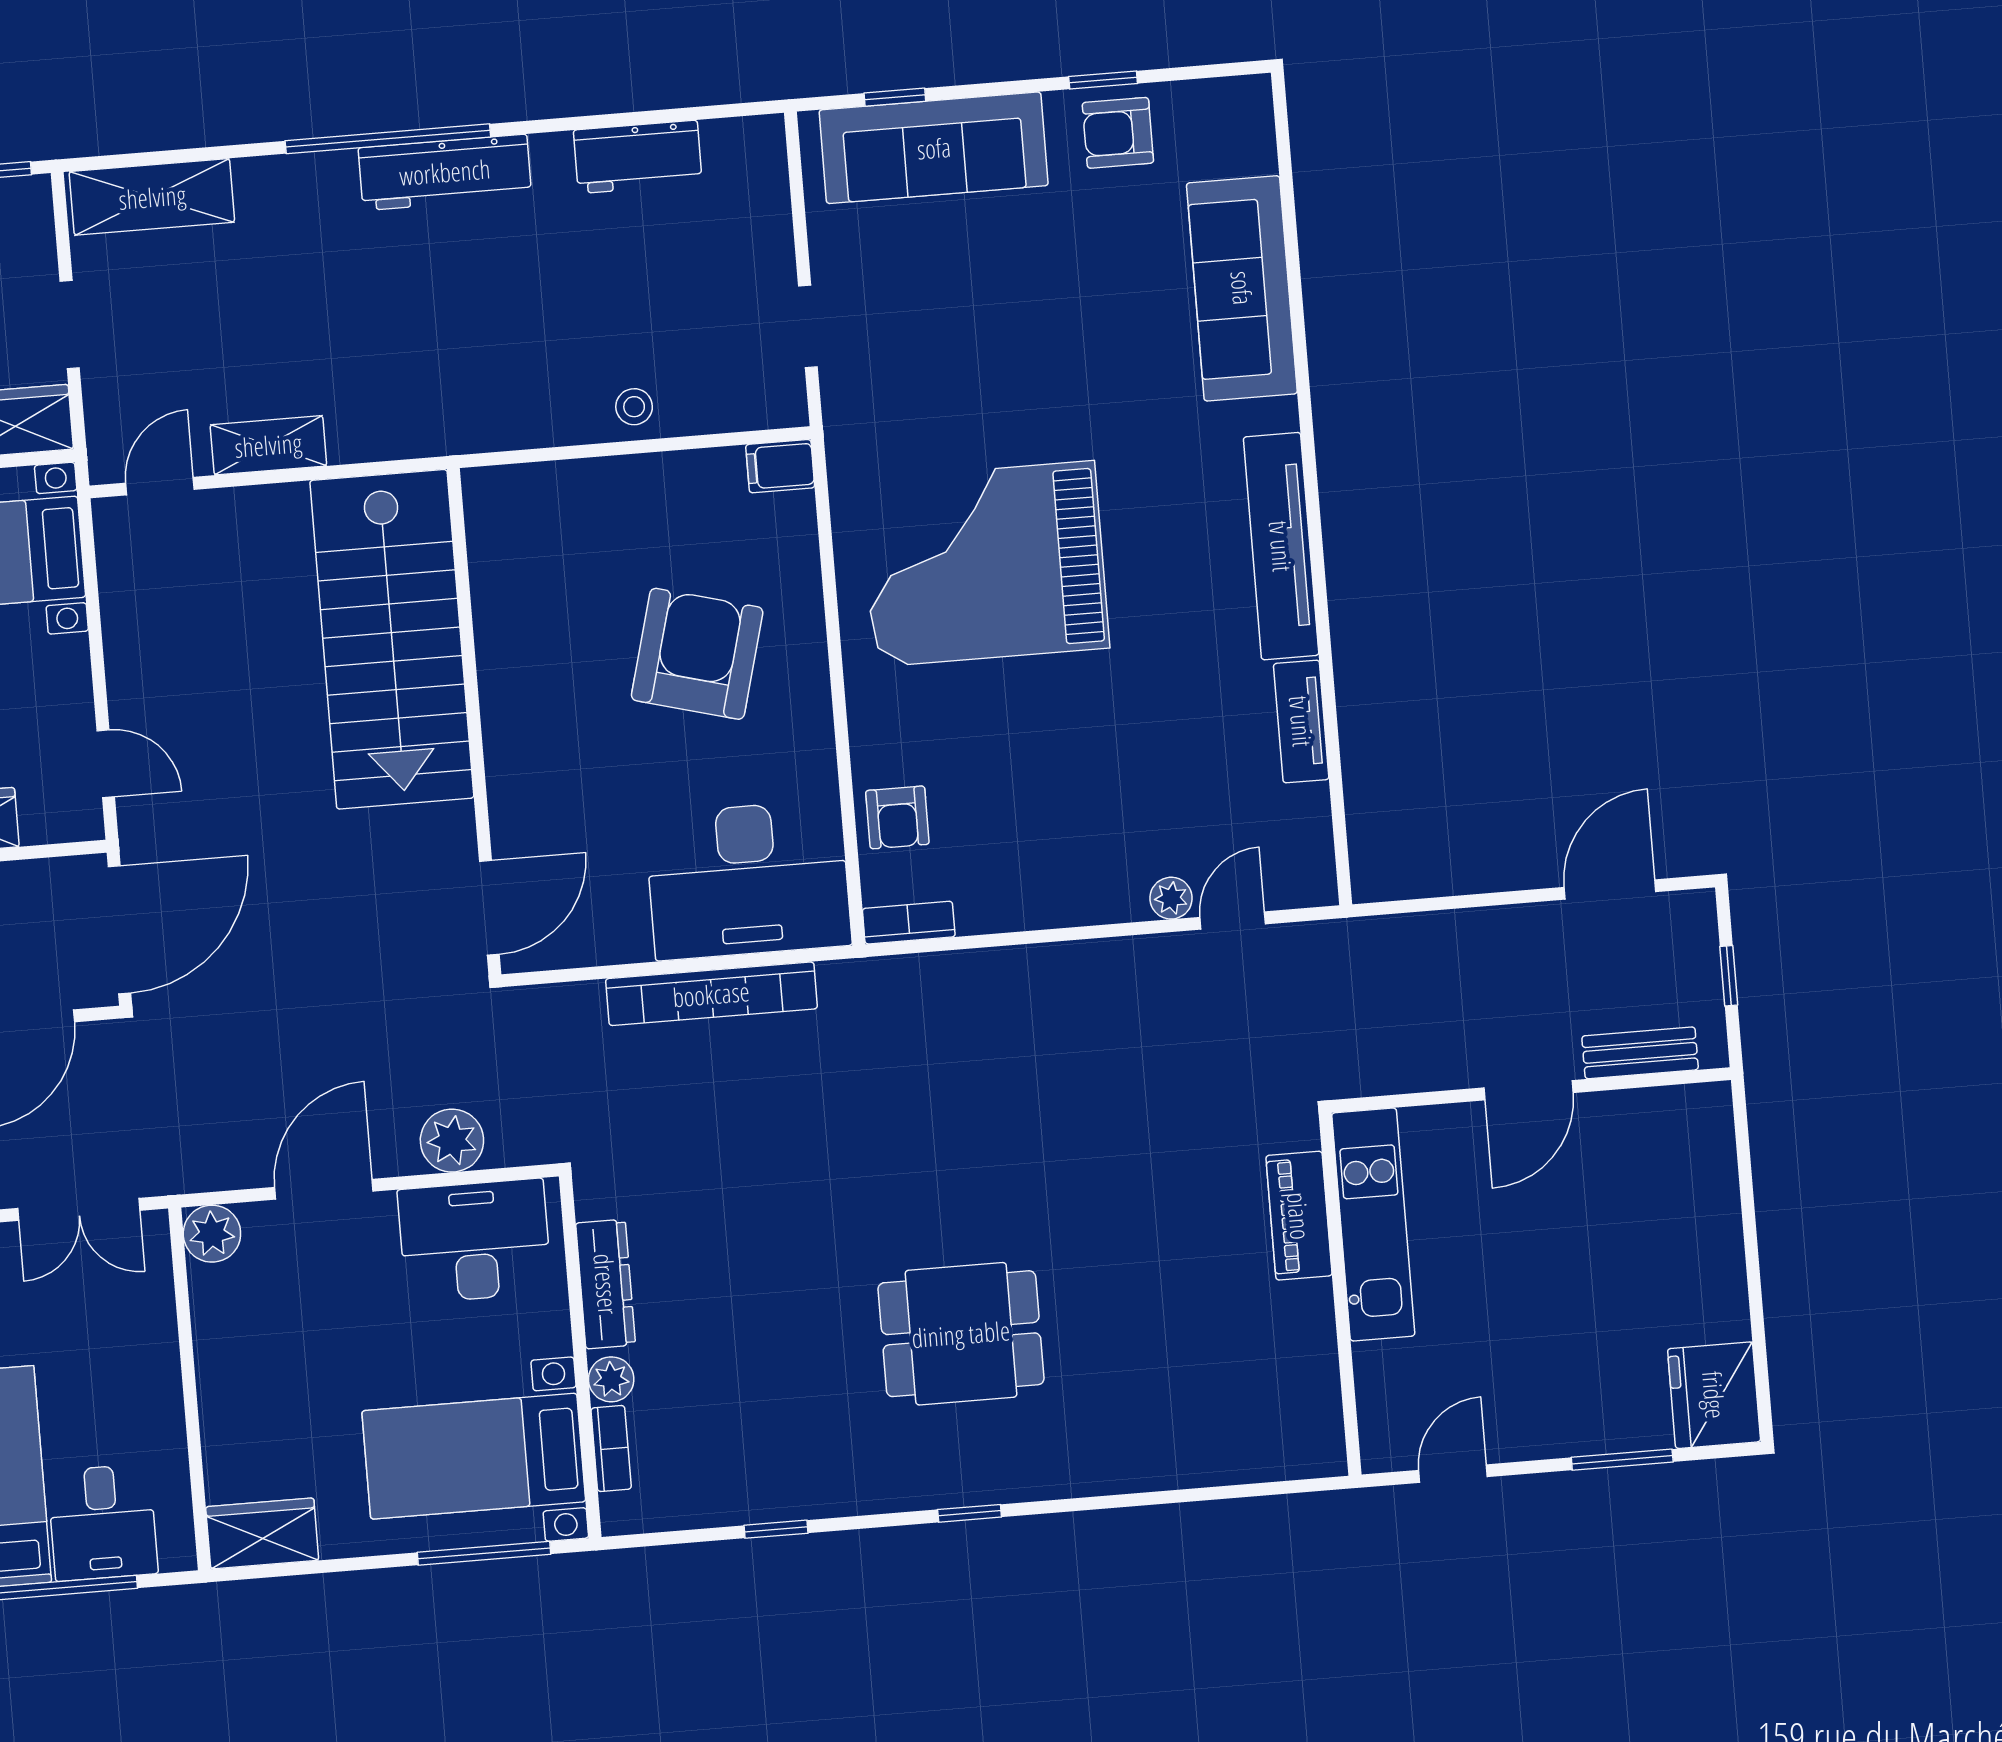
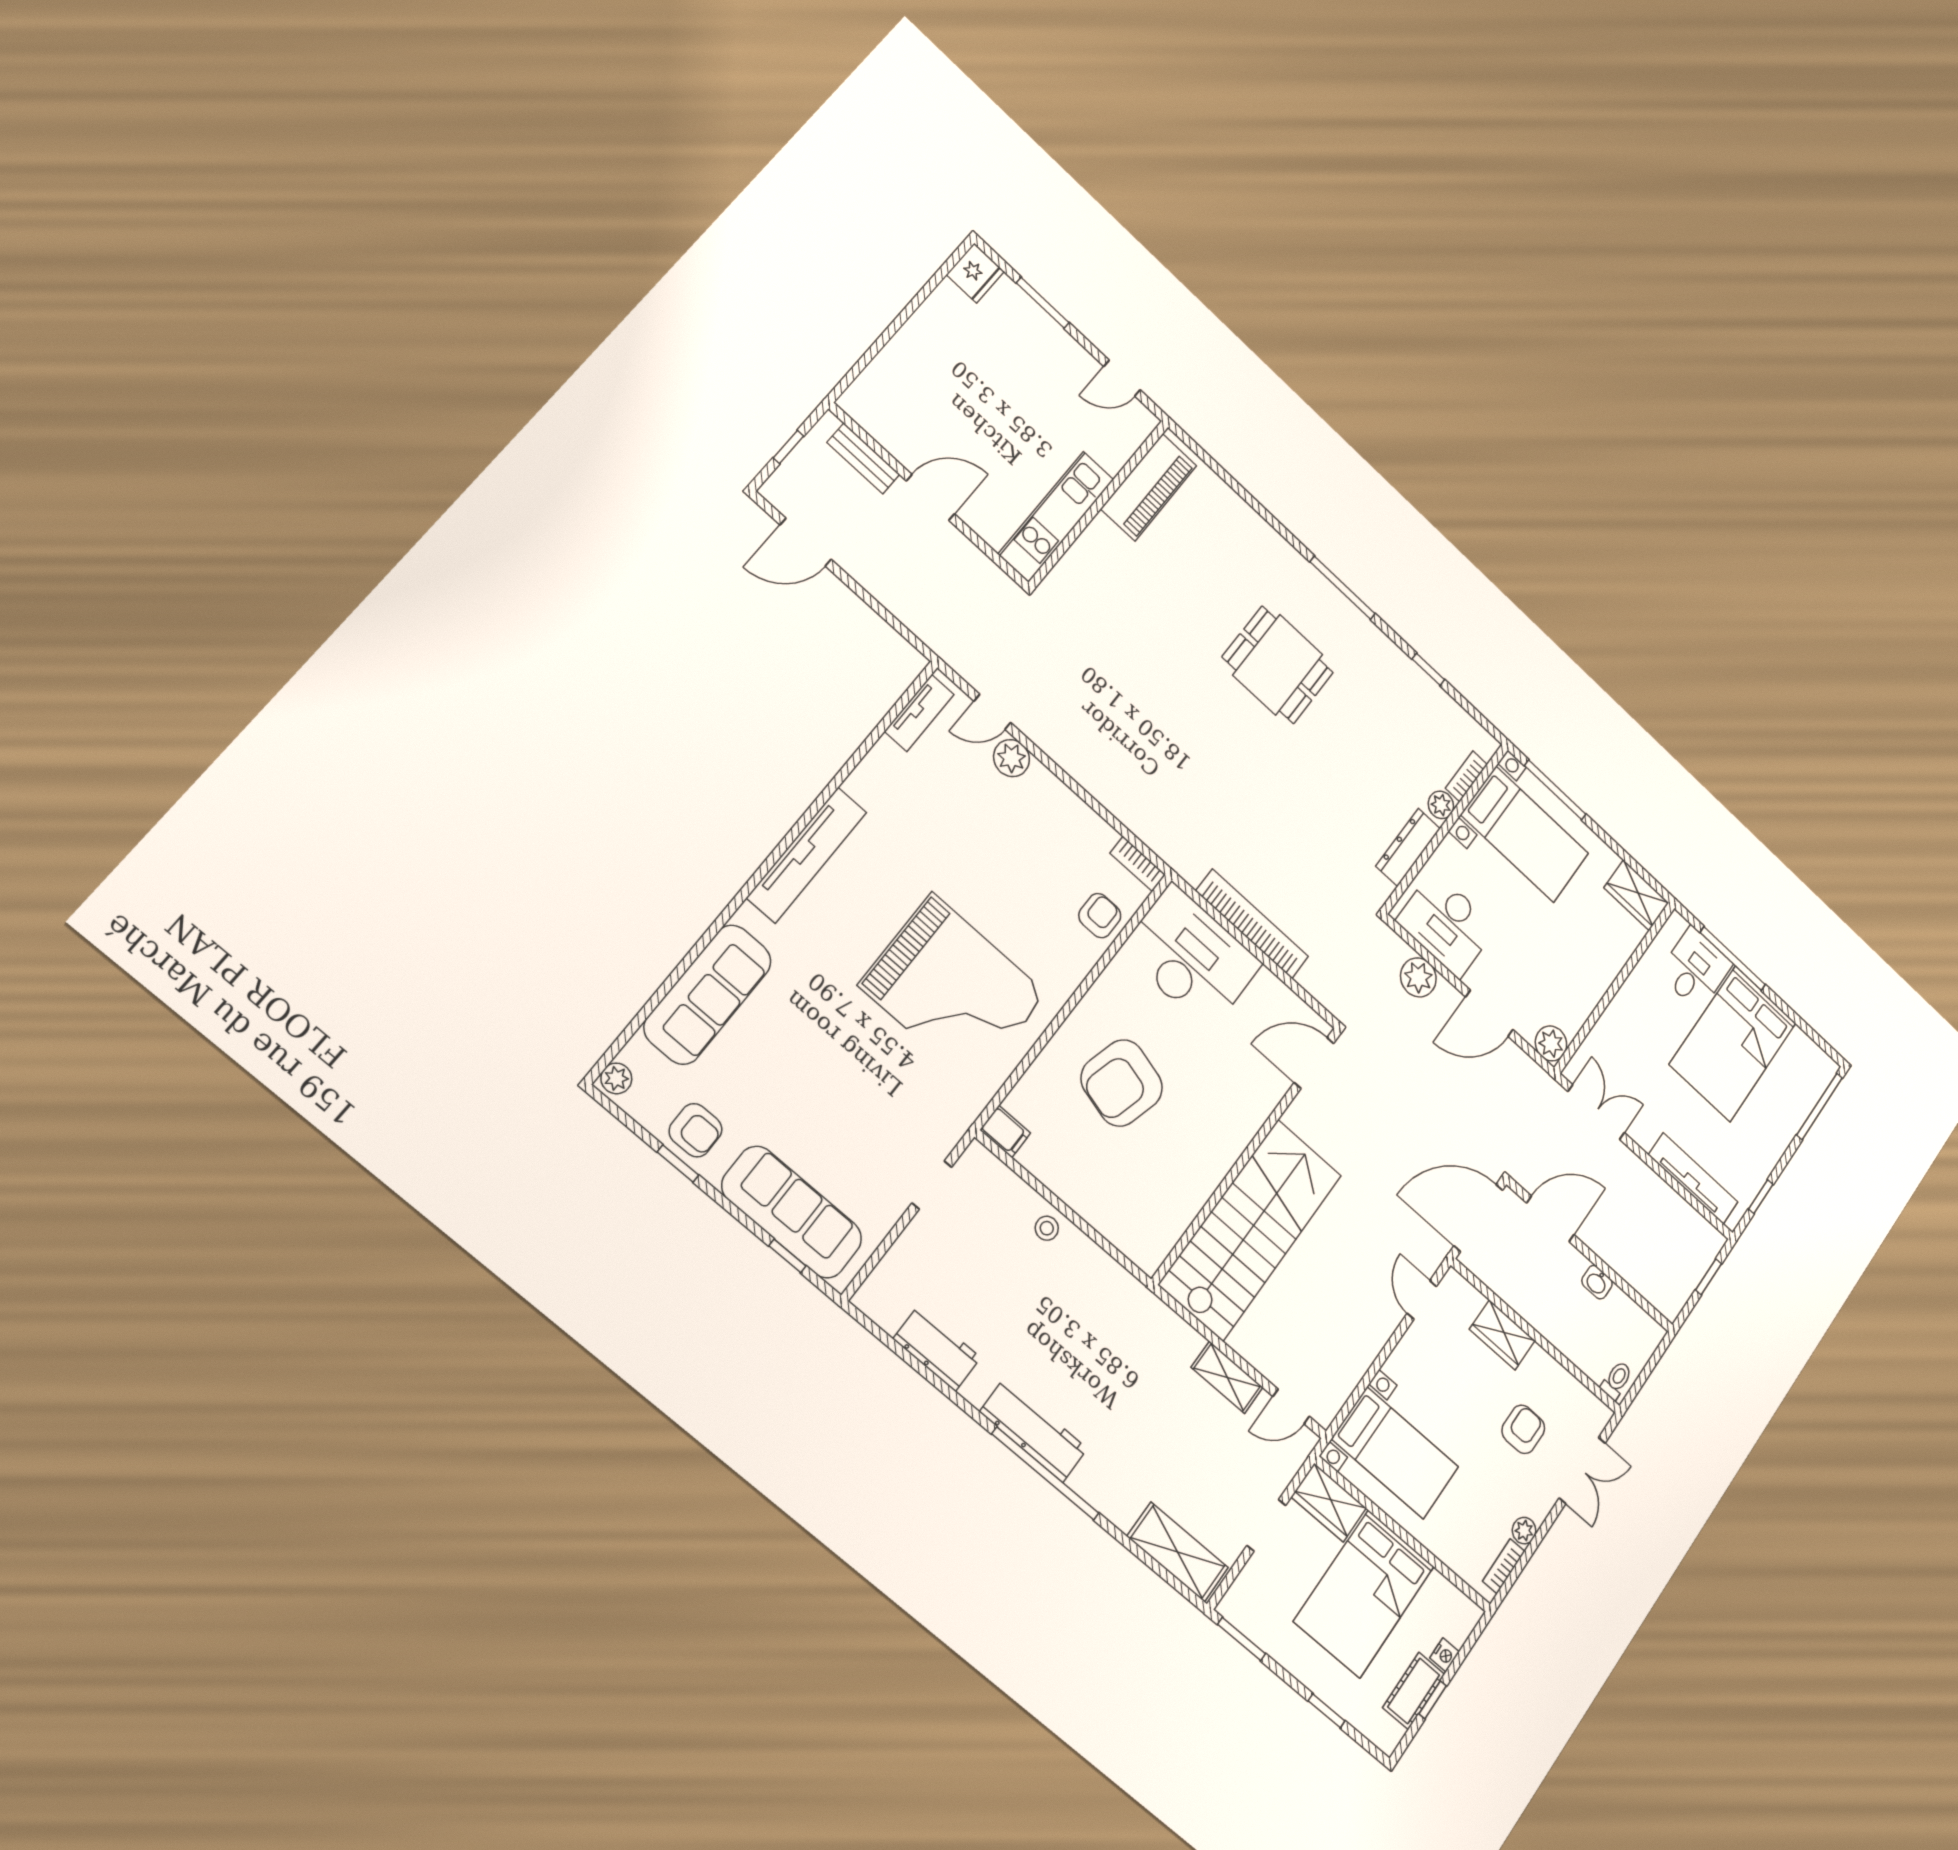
plant: (1251, 105) -> (616, 1078), added
tv unit: (1301, 721) -> (919, 713), moved
plant: (1171, 898) -> (1011, 758), width x1.38, depth x1.38
piano: (1299, 1216) -> (1149, 487), moved, width x1.37, depth x1.33
fridge: (1714, 1395) -> (975, 273), width x0.73, depth x0.75
window: (970, 1513) -> (1343, 588), width x2.17

